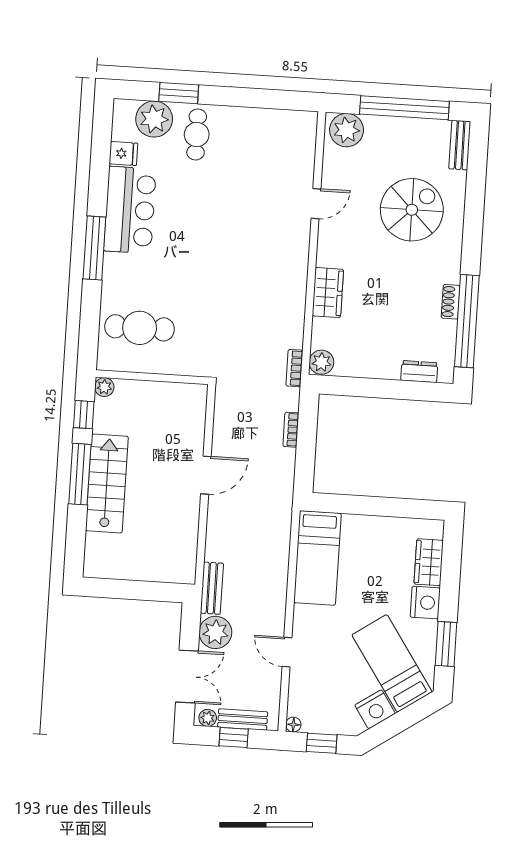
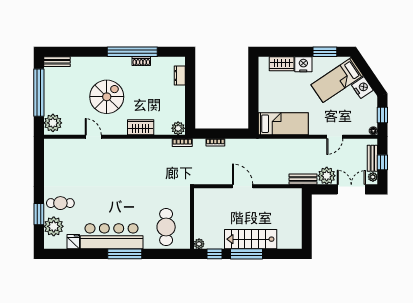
bar counter: (130, 210) -> (112, 236), width x1.36
spiral stairs: (412, 210) -> (107, 97), moved, turned 90
window: (467, 321) -> (132, 52), moved

